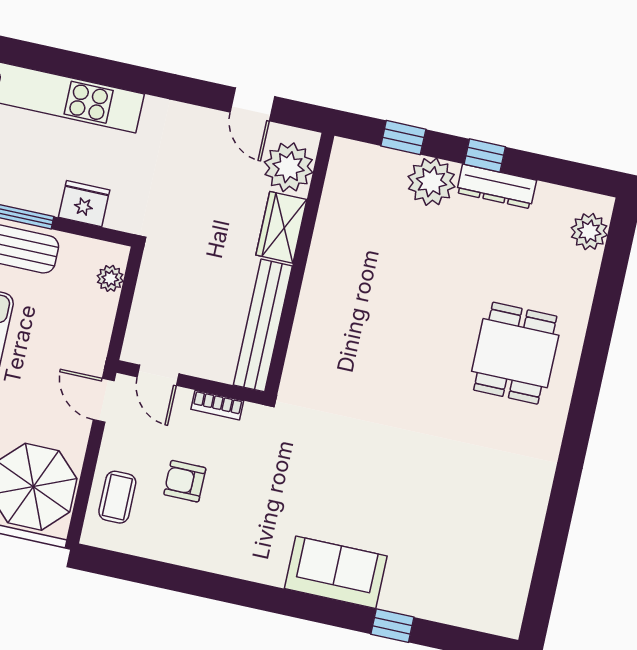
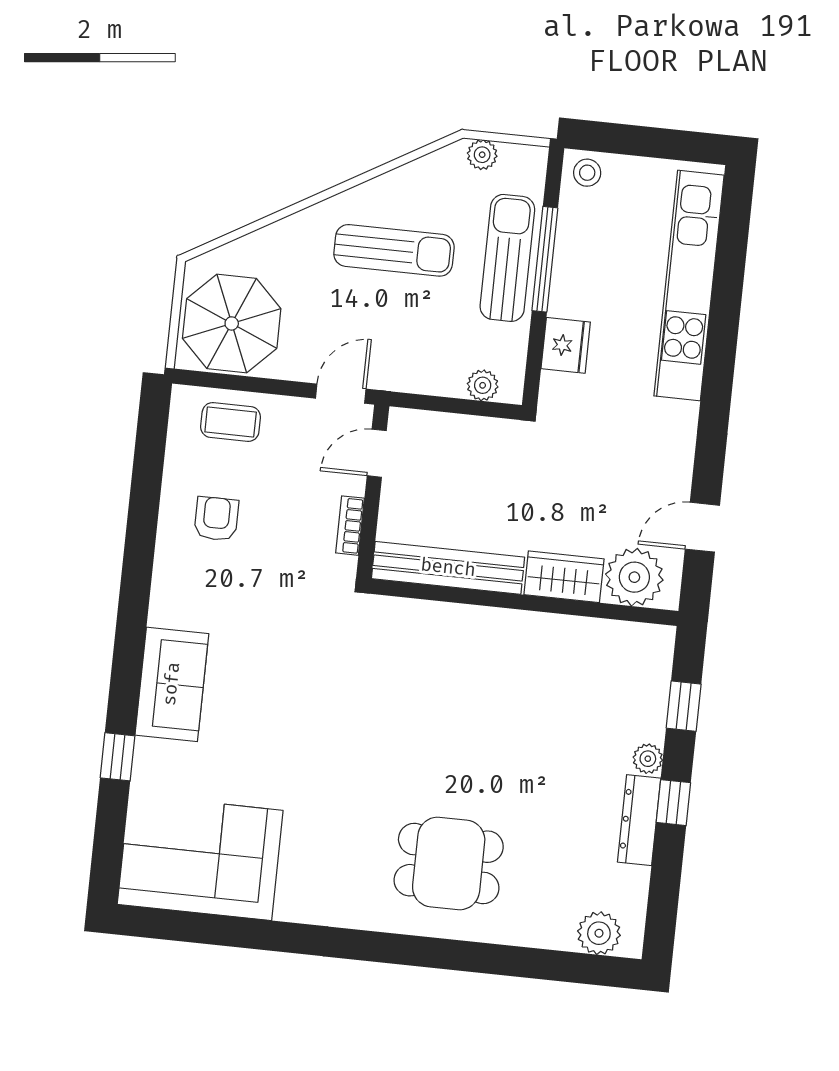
plant: (431, 182) -> (648, 759), width x0.53, depth x0.53
armchair: (185, 481) -> (216, 519), moved
corner sofa: (486, 565) -> (200, 857), added

